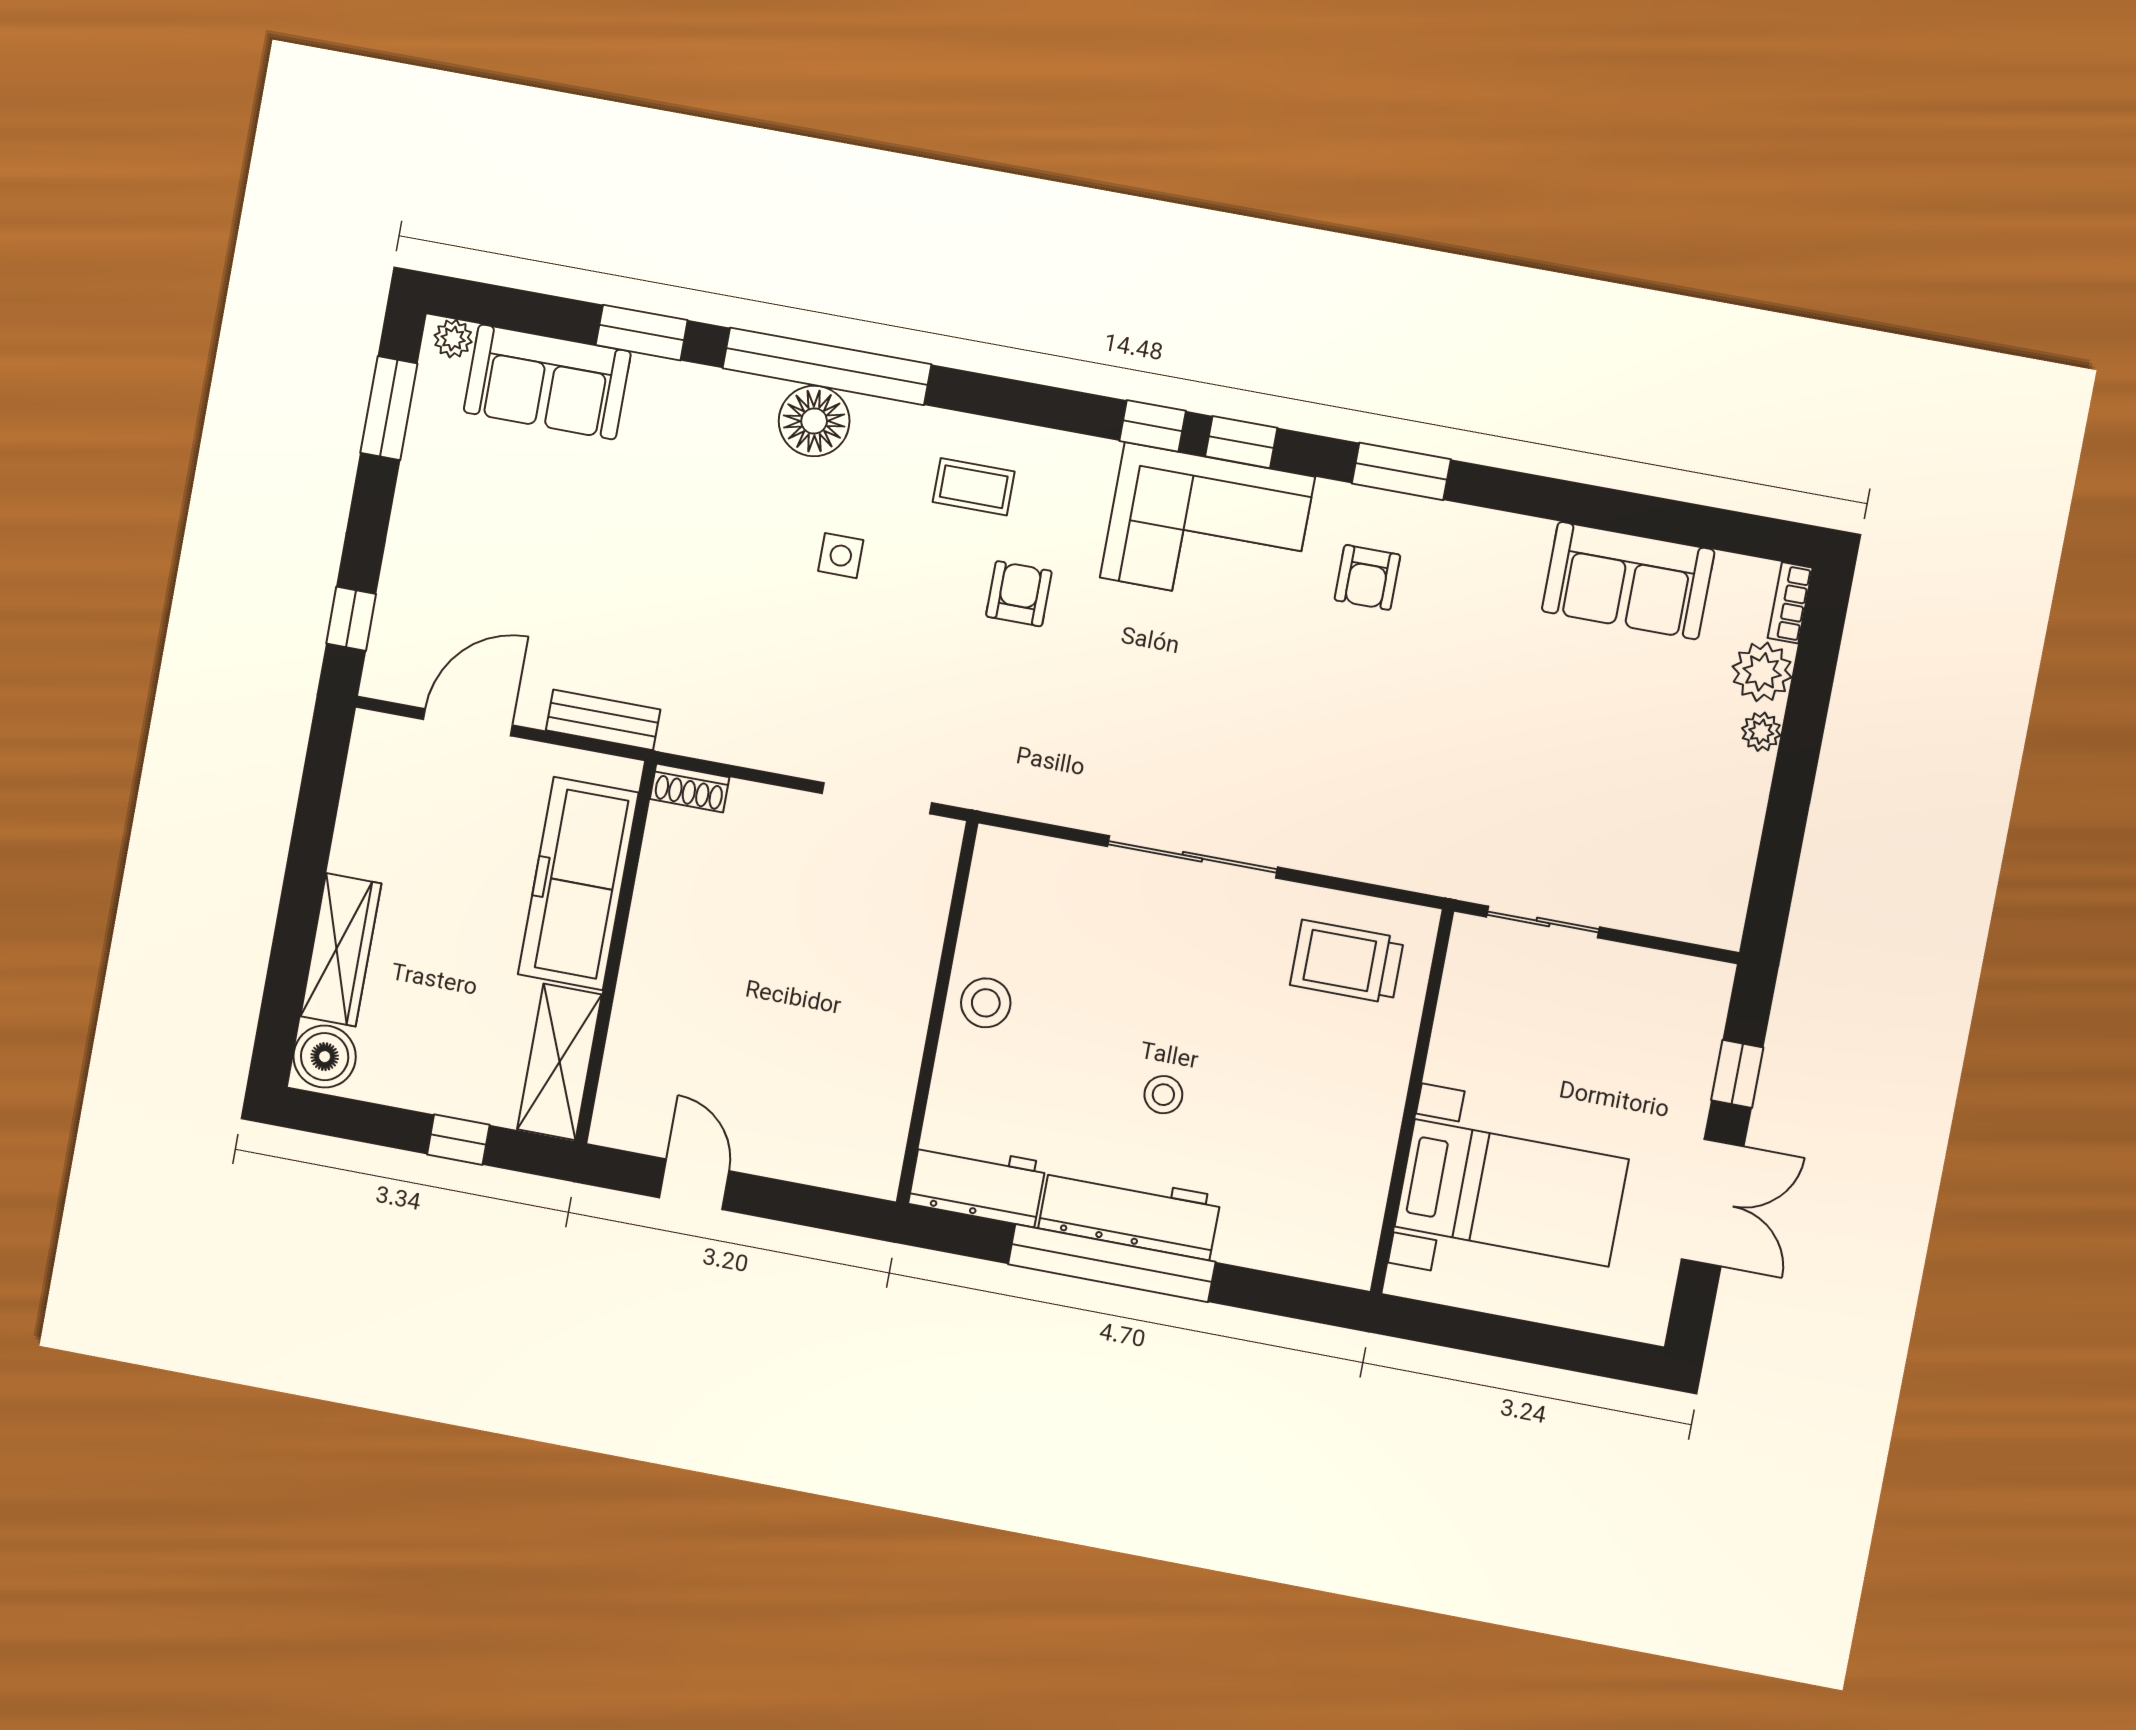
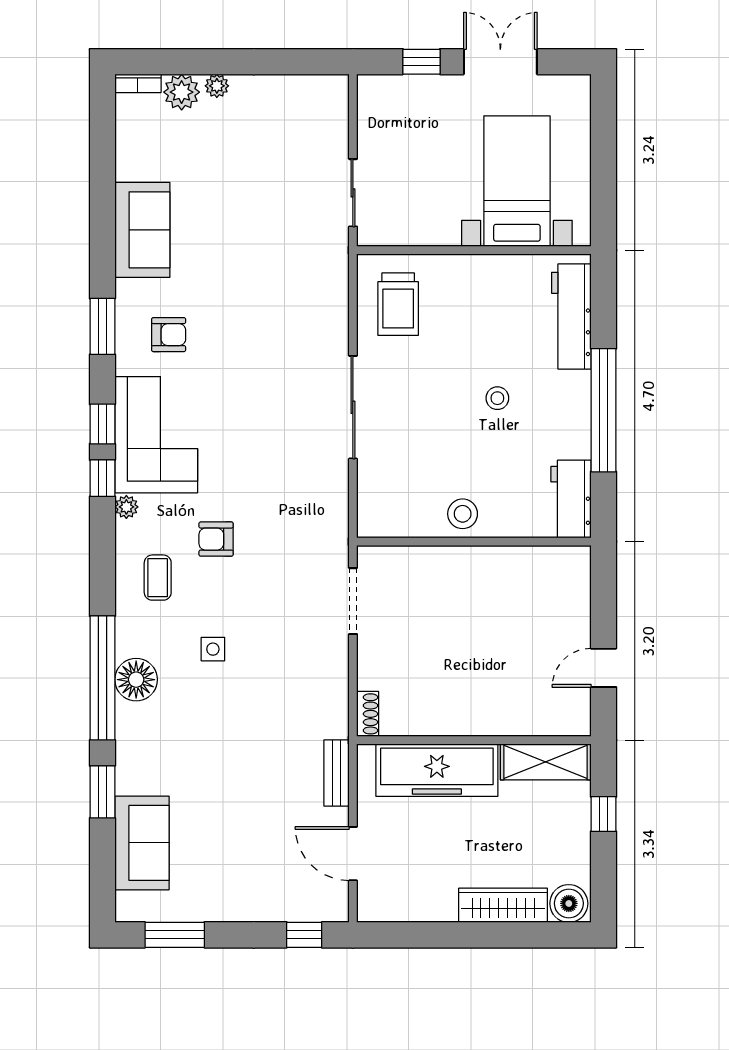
plant: (453, 339) -> (126, 507), moved
sofa: (1628, 581) -> (142, 230), moved
workbench: (1130, 1212) -> (571, 316), moved

